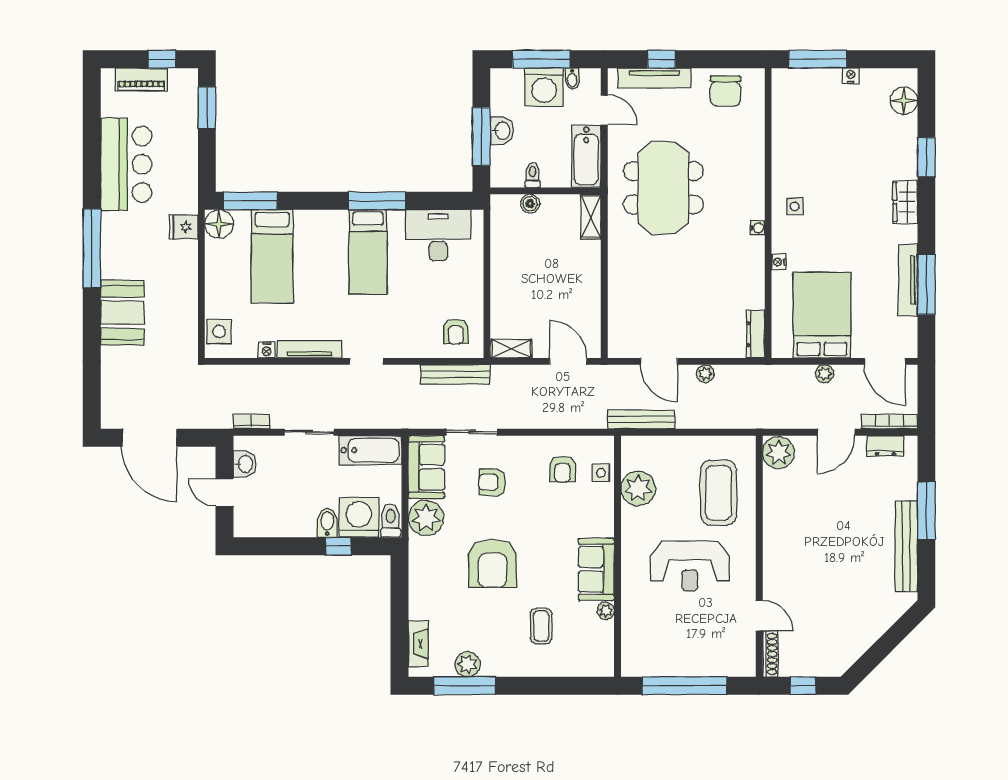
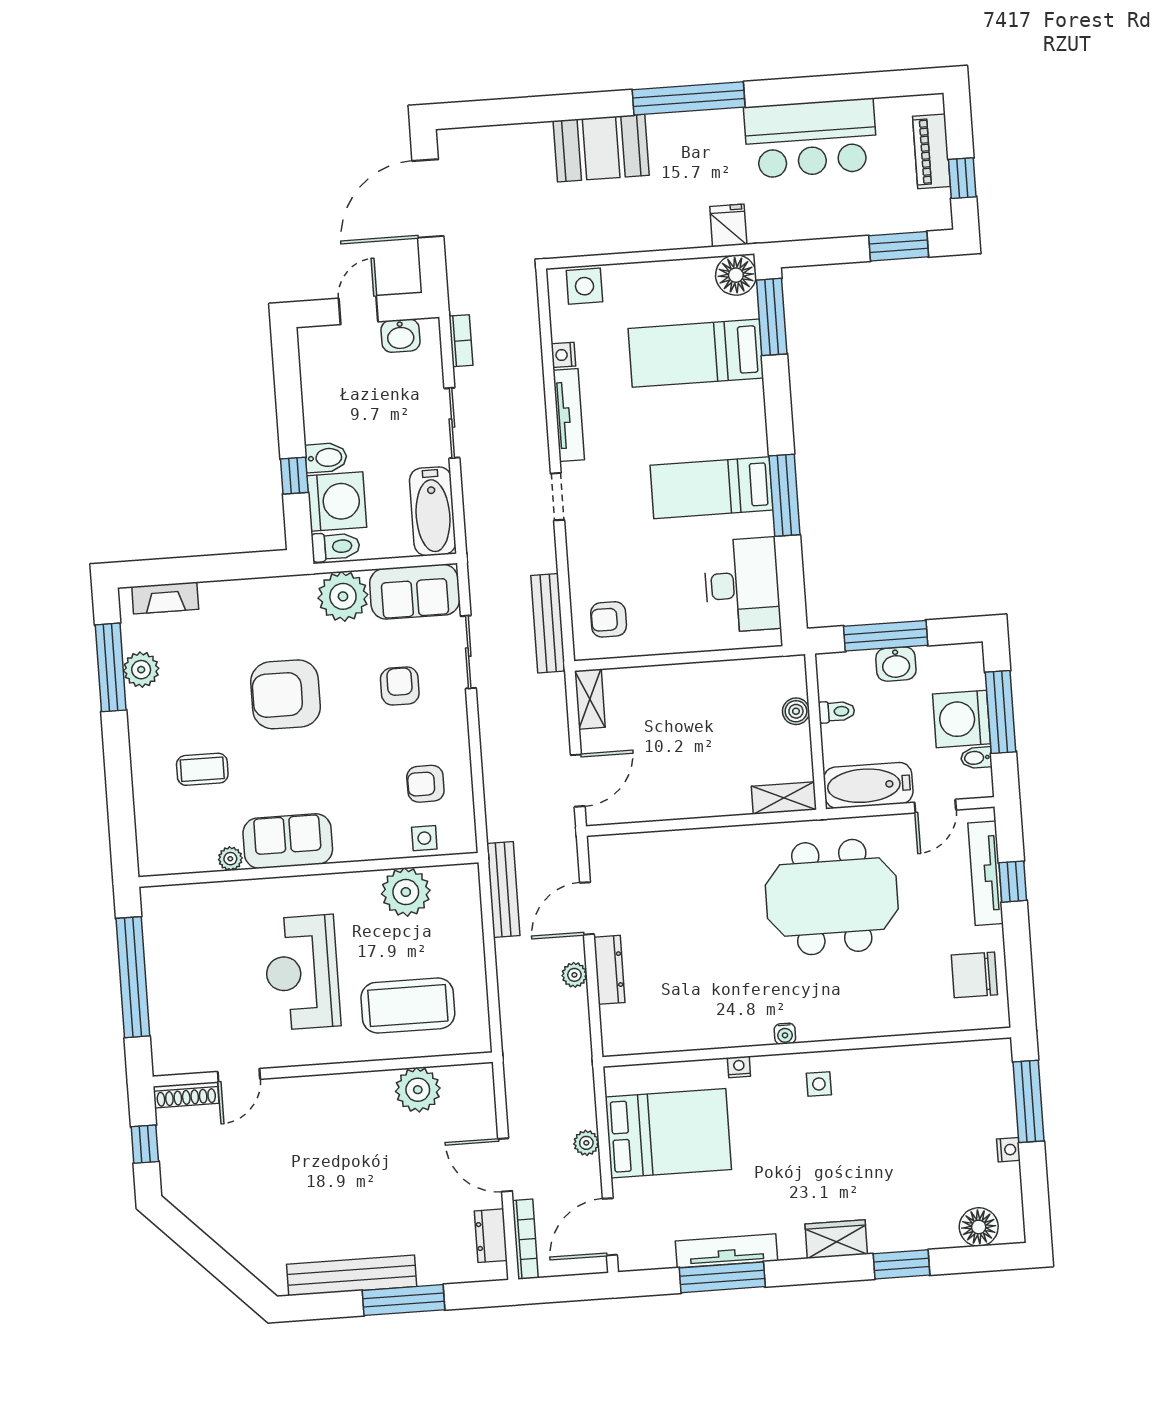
dresser: (755, 334) -> (609, 970), moved, turned 90
plant: (778, 453) -> (418, 1090), moved

